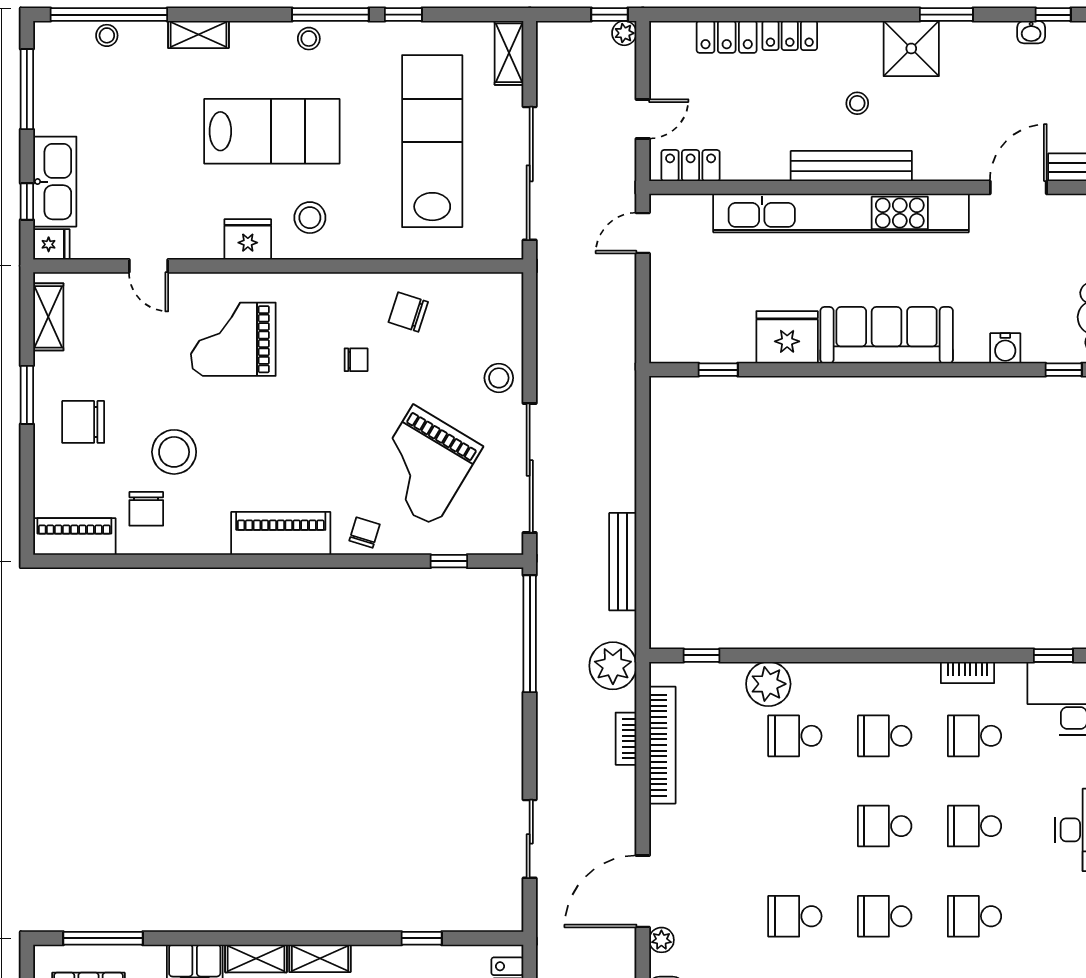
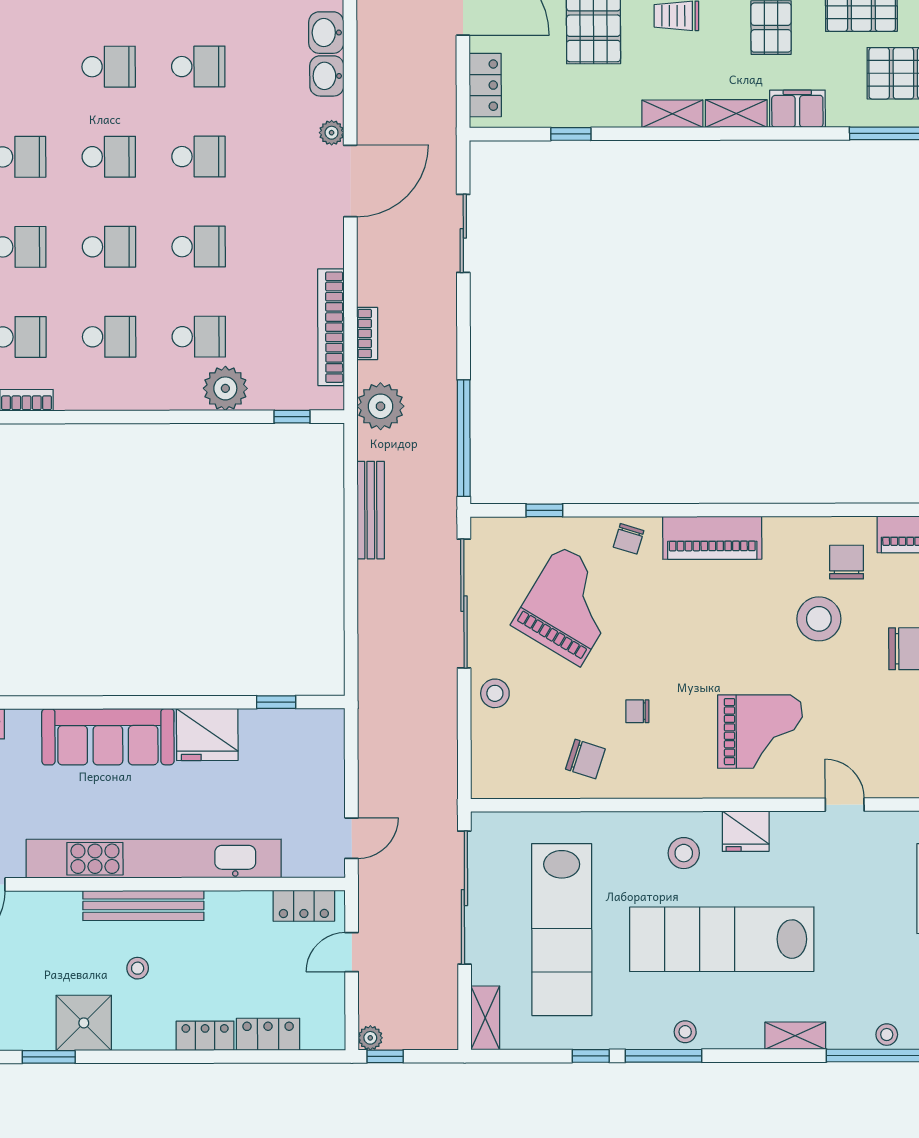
lab bench: (272, 131) -> (722, 939), width x1.36
school desk: (795, 826) -> (199, 247), added

